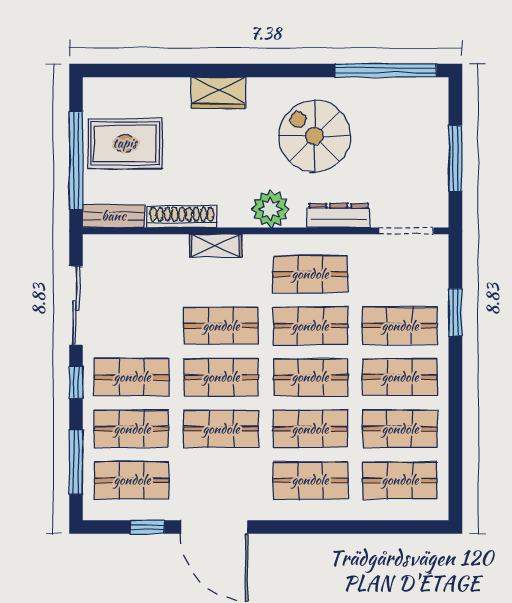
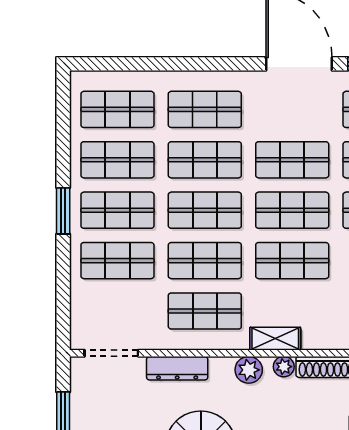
plant: (271, 209) -> (249, 370), width x0.73, depth x0.73
plant: (230, 217) -> (284, 367), added
shelving: (216, 246) -> (275, 339), moved
window: (455, 312) -> (63, 211), moved

